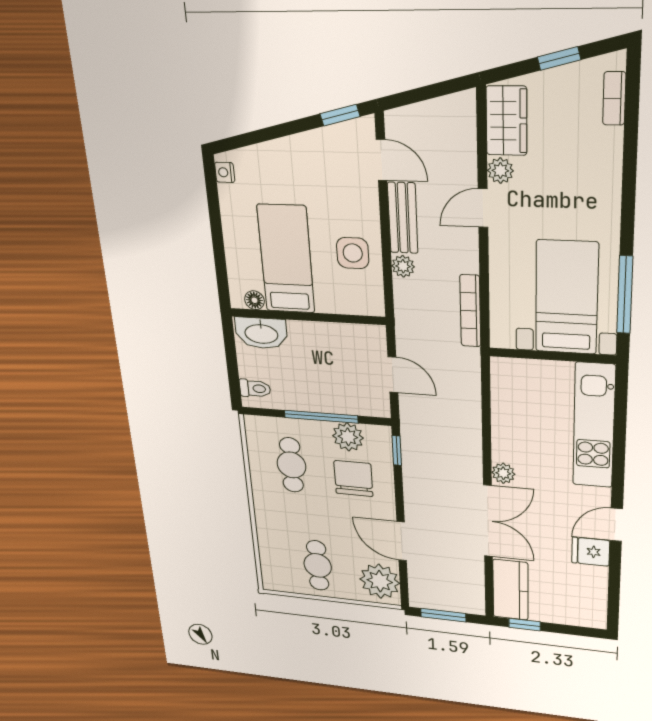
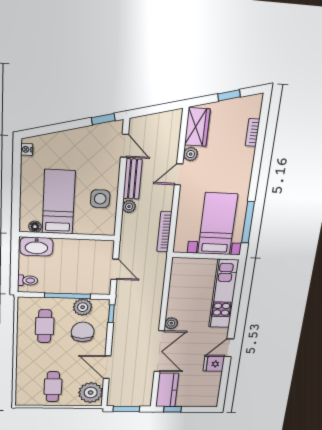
bookcase: (614, 98) -> (253, 133), moved

